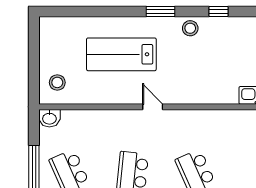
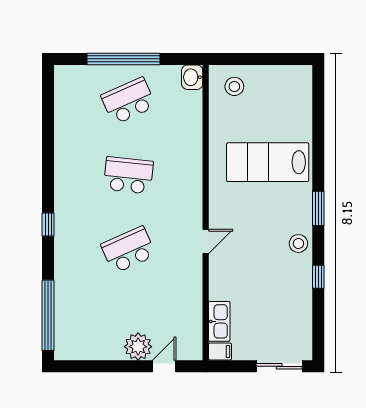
lab bench: (121, 54) -> (268, 162), turned -90
door: (153, 107) -> (206, 241), moved

